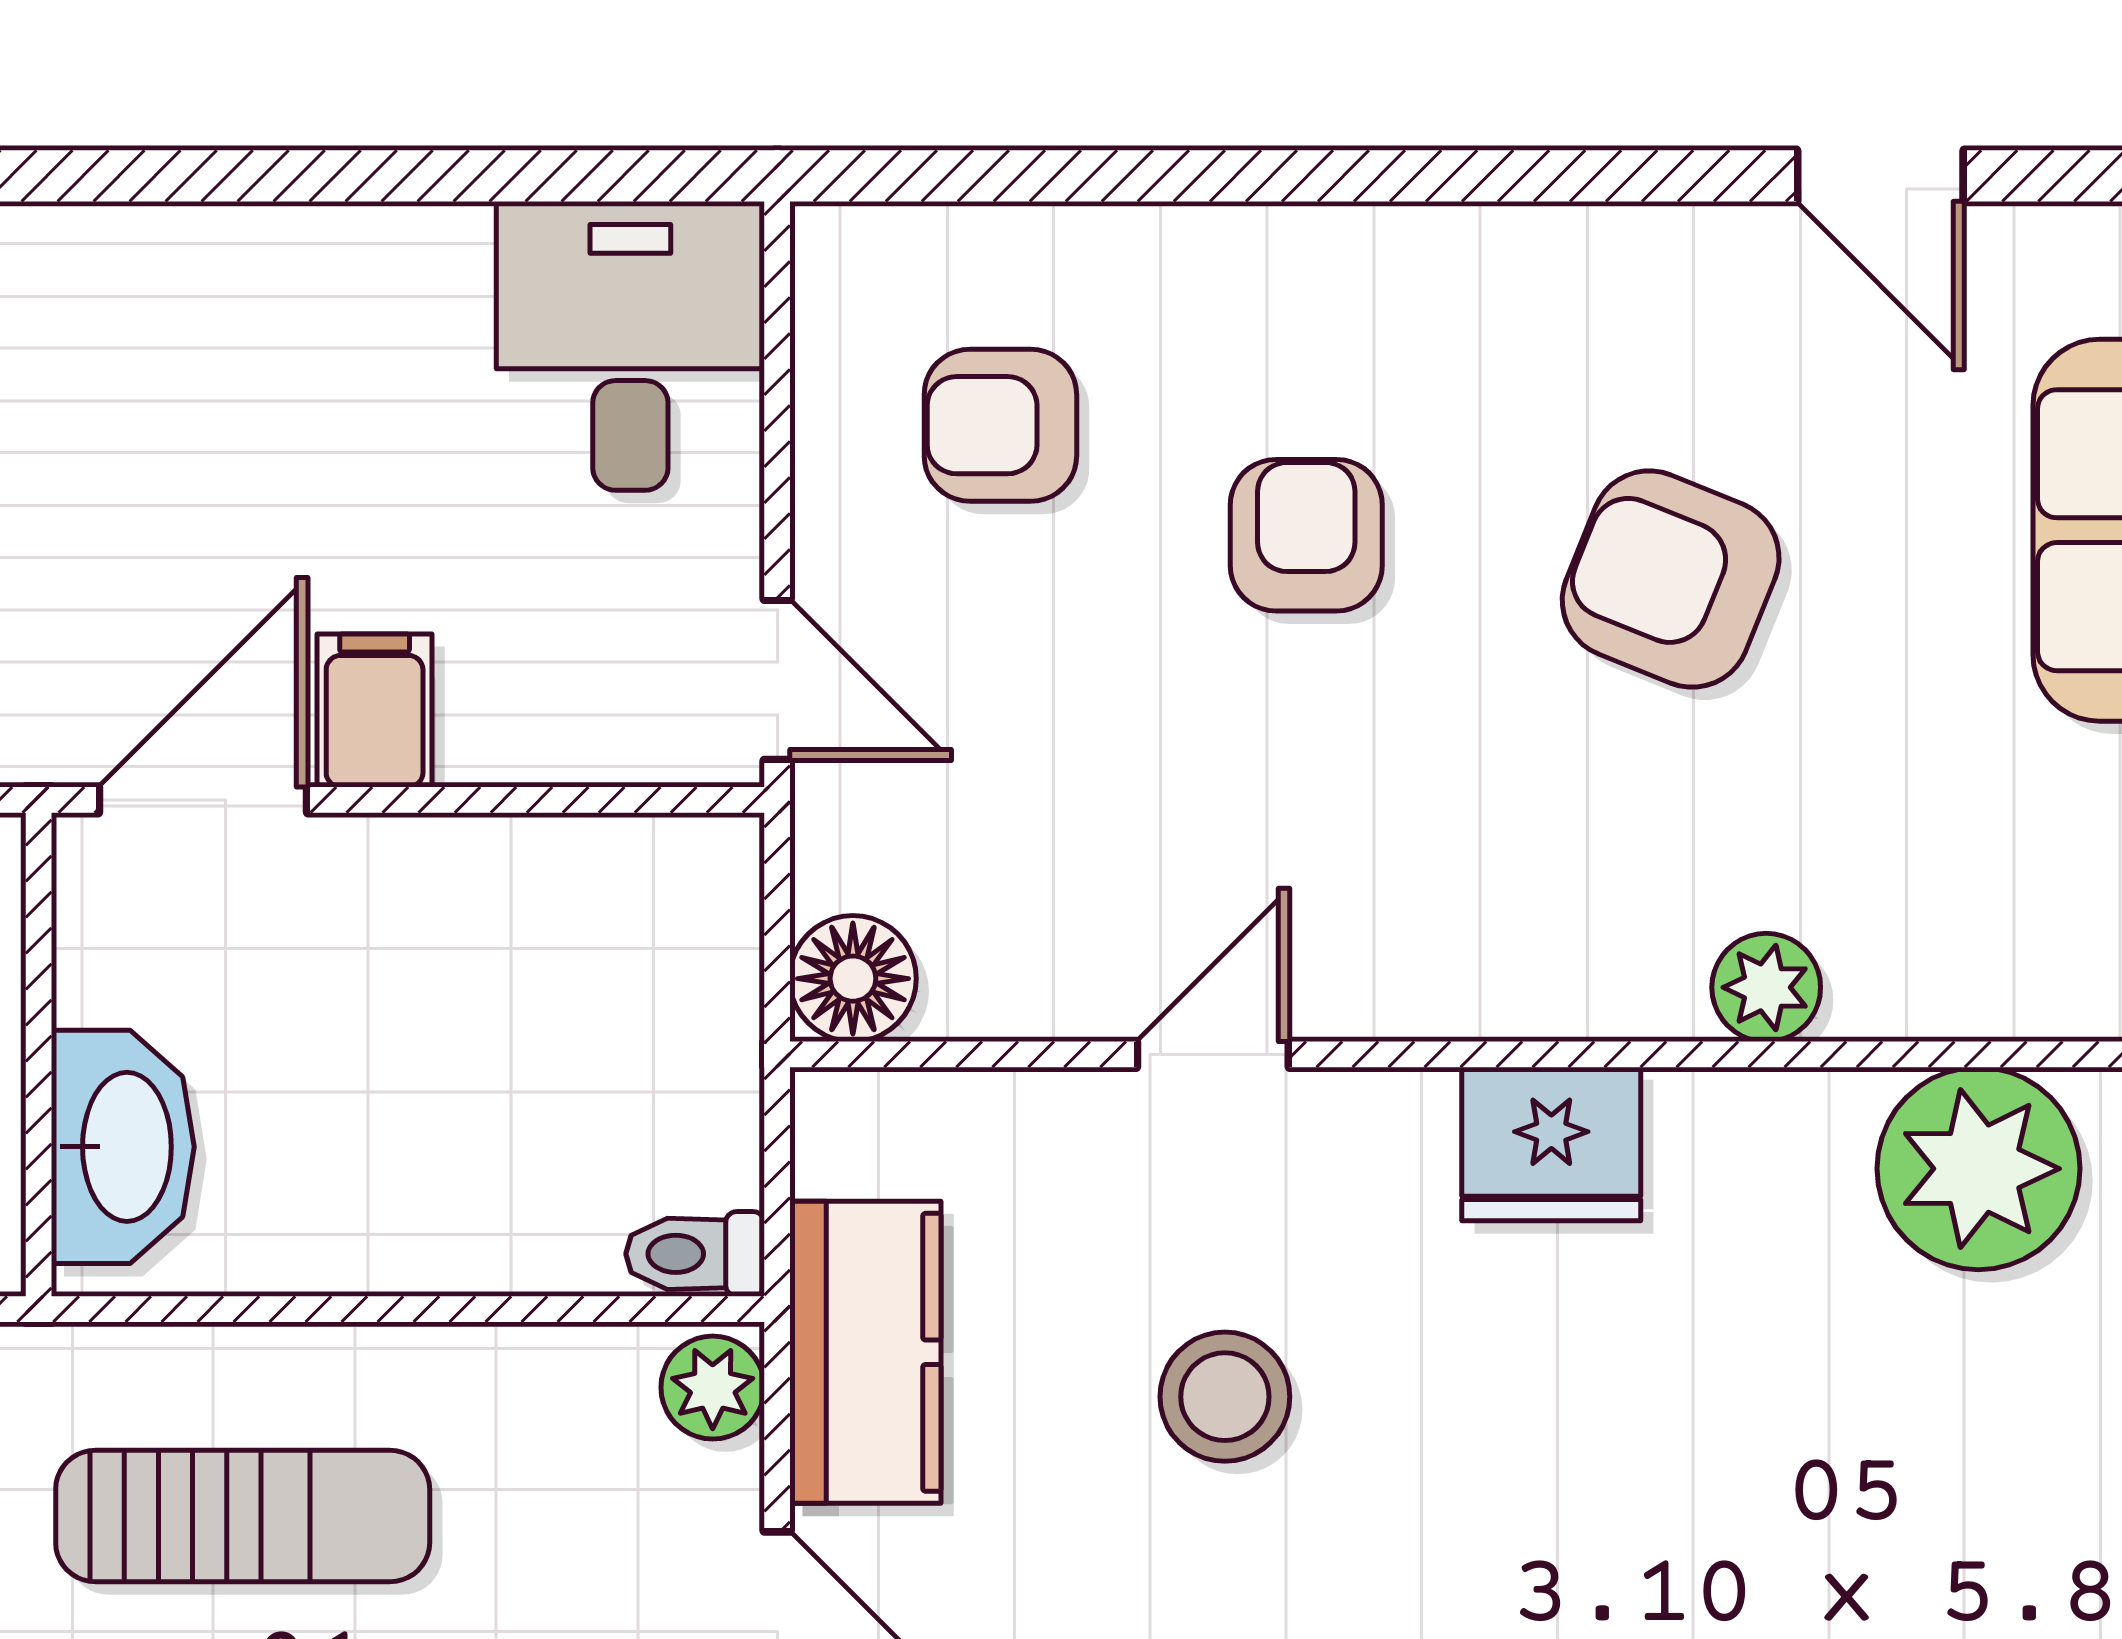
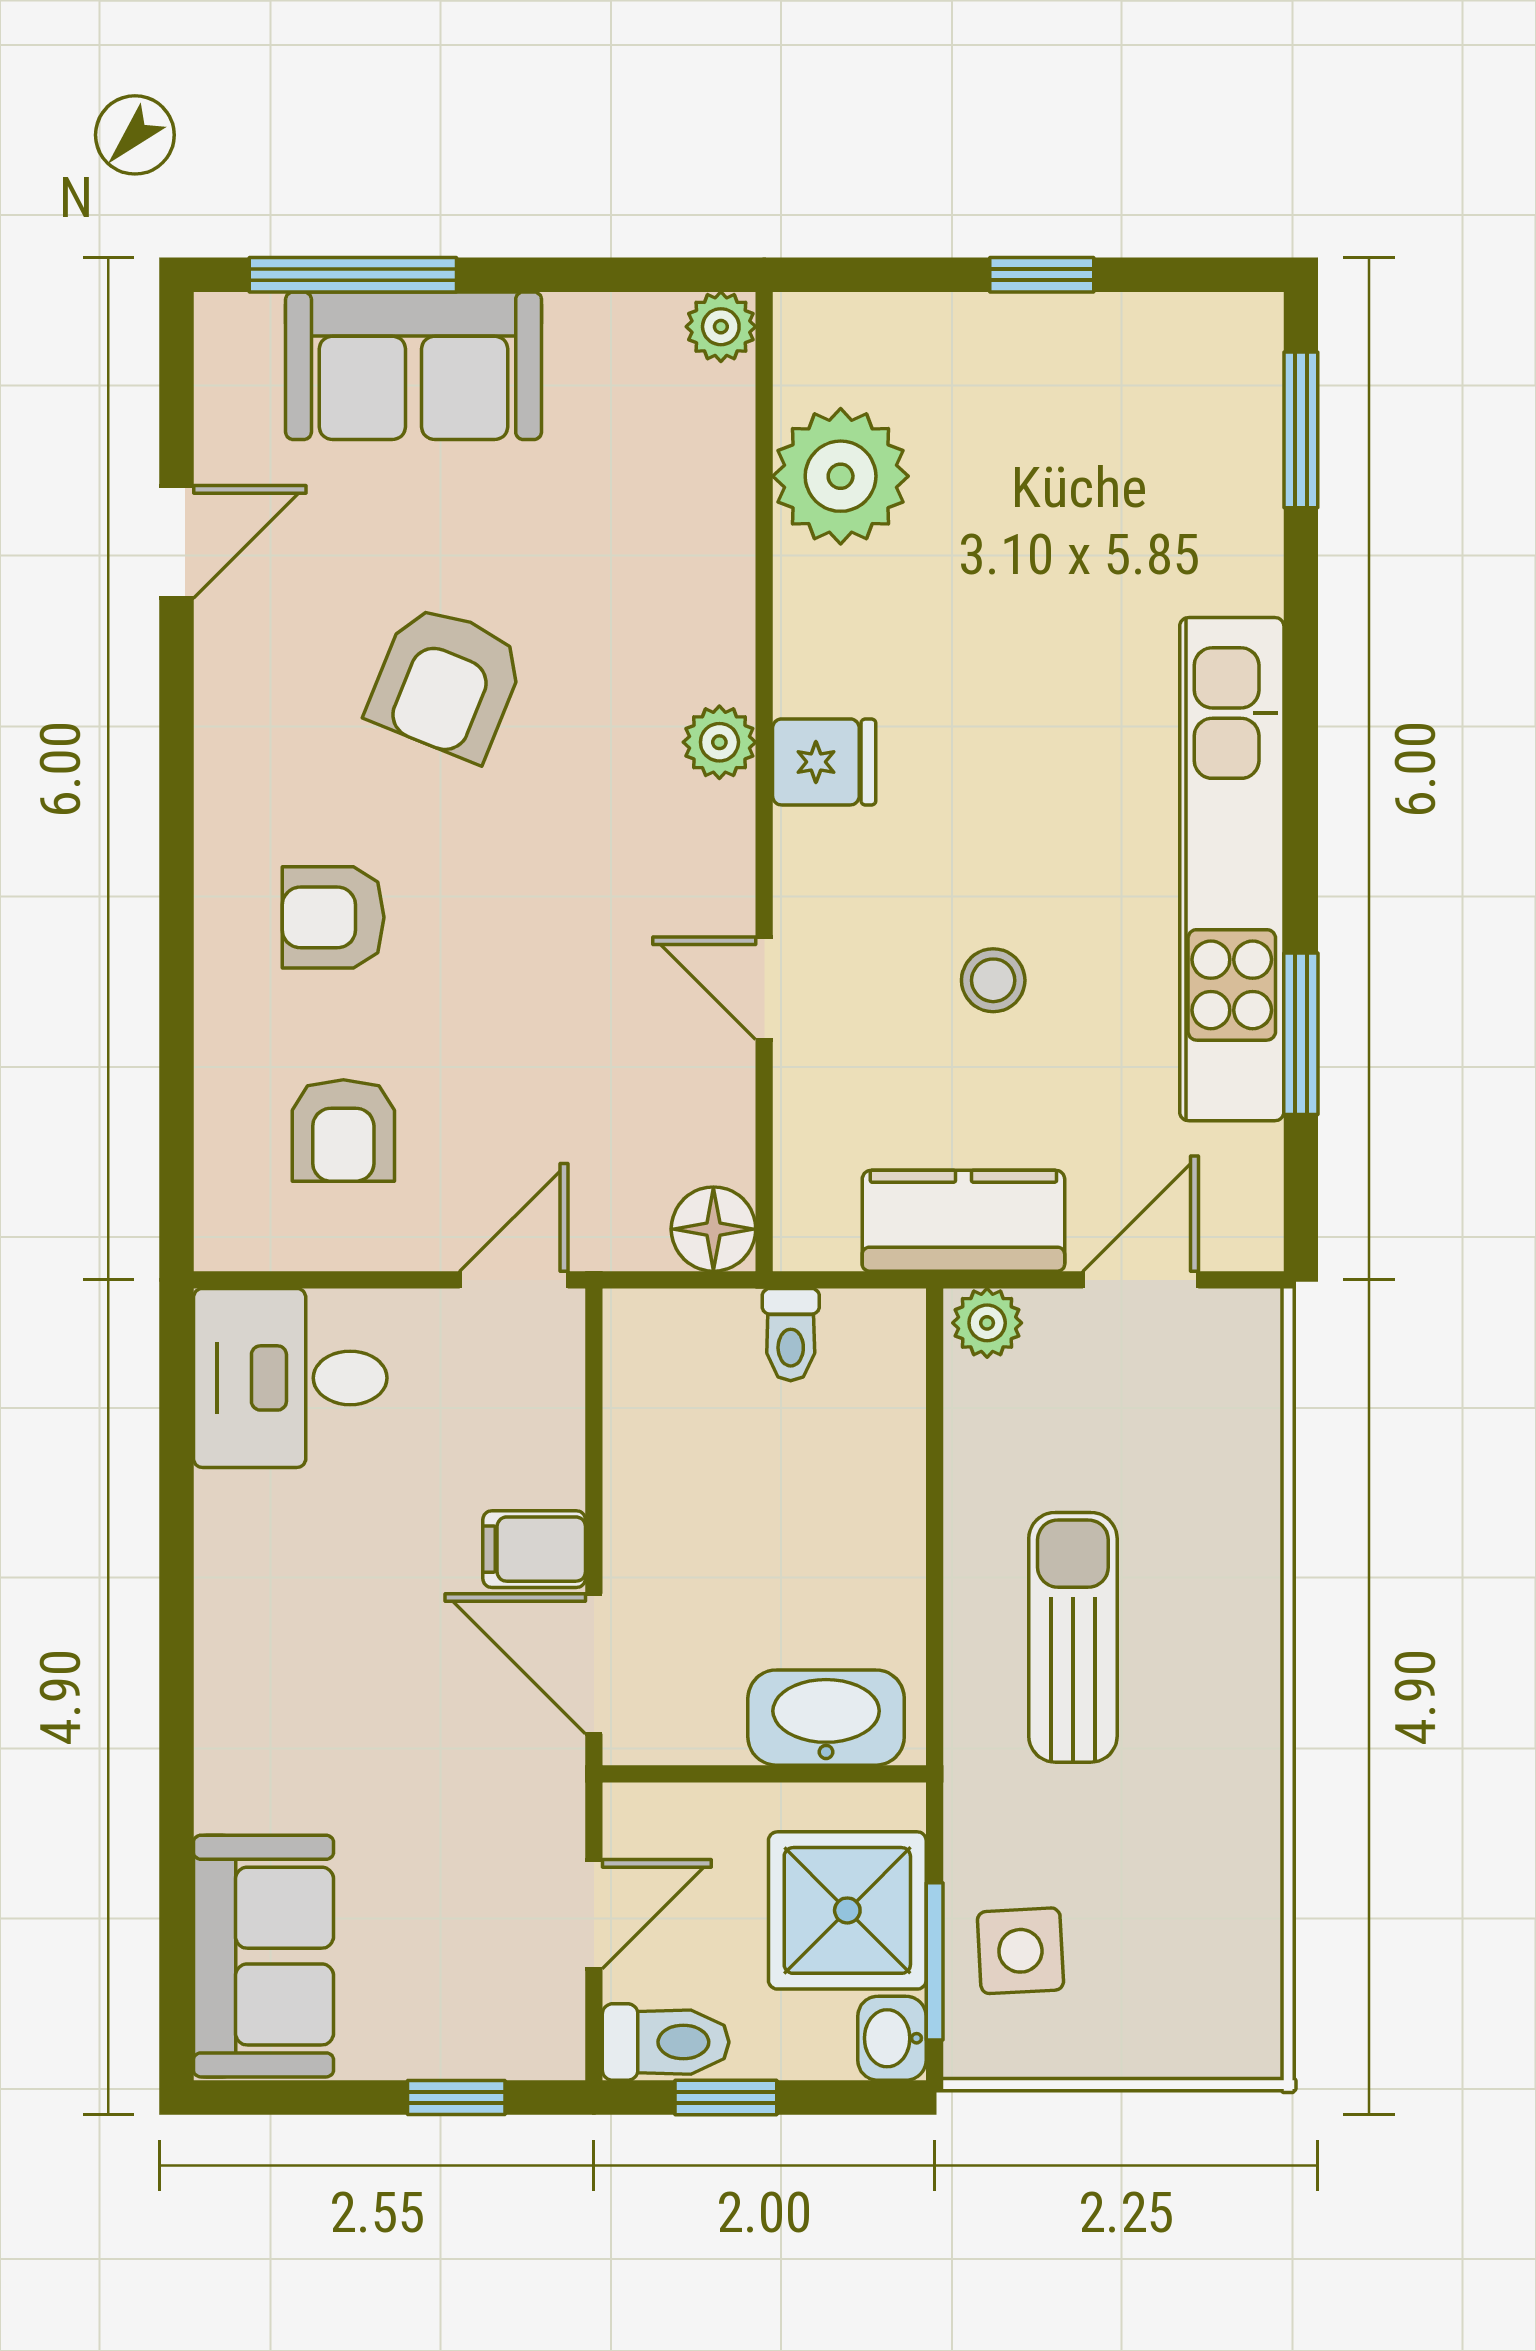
armchair: (1306, 535) -> (333, 917), moved
plant: (1766, 987) -> (719, 742), moved
fridge: (1551, 1144) -> (824, 762), width x0.72
toilet: (695, 1254) -> (791, 1335), moved
stool: (1225, 1397) -> (993, 980), width x0.73, depth x0.73

